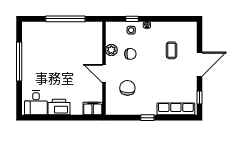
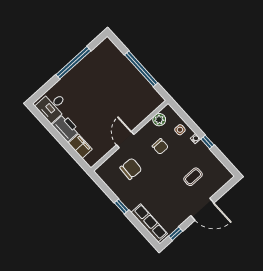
window: (132, 19) -> (207, 142), moved
plant: (111, 50) -> (159, 120), moved
filing cabinet: (93, 109) -> (80, 146), moved

